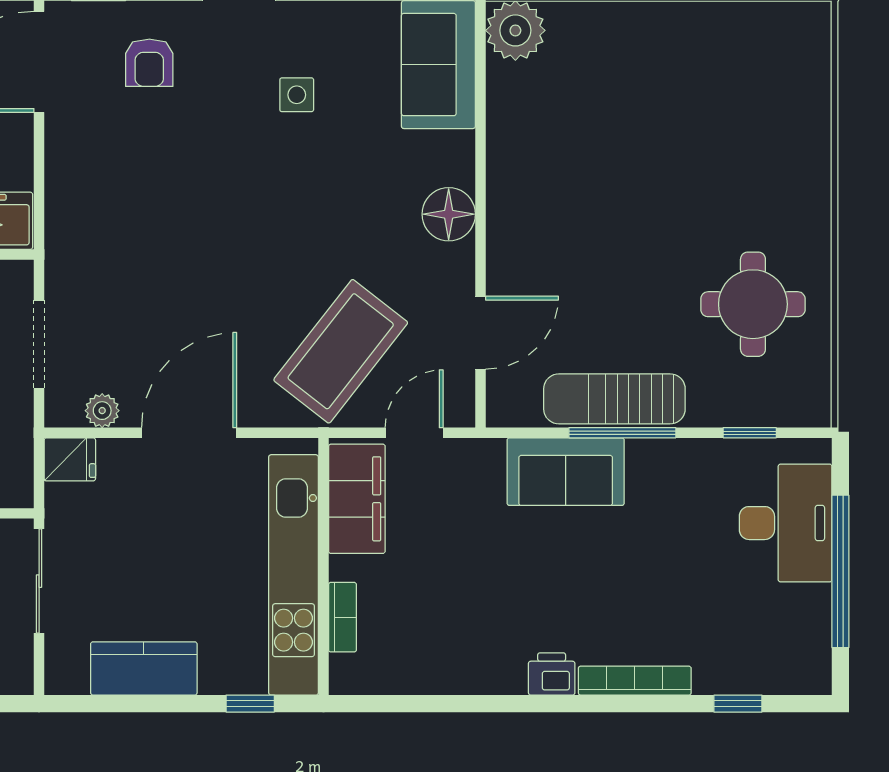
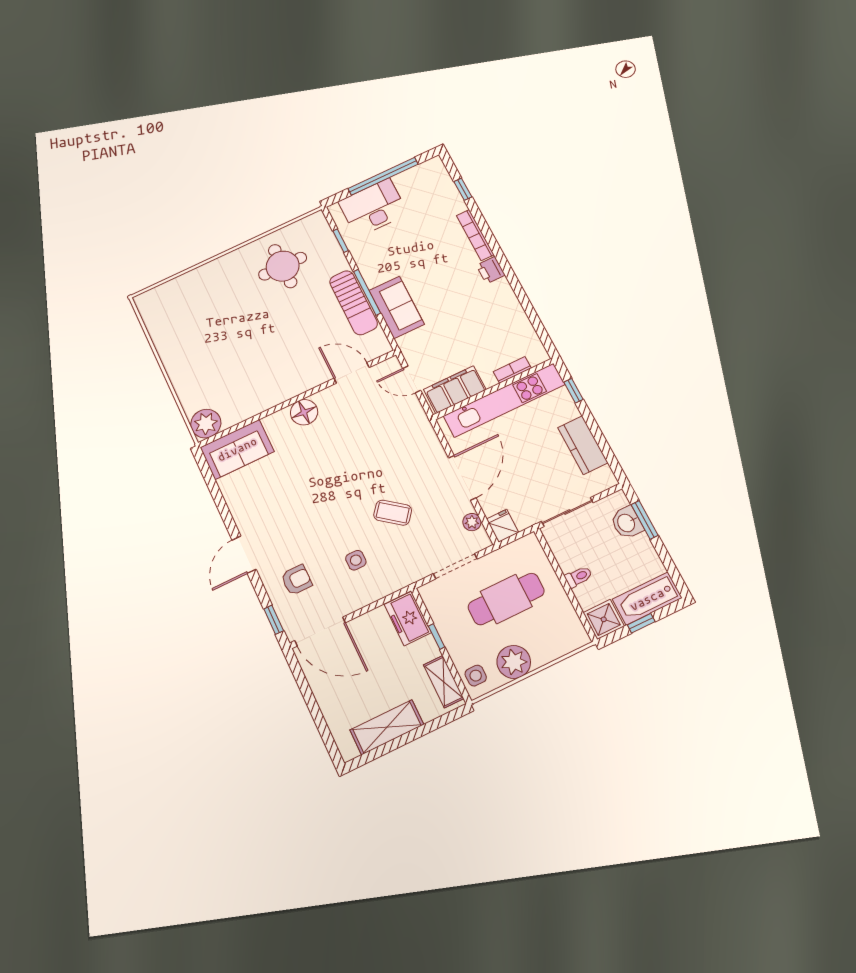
side table: (297, 95) -> (356, 560), moved
coffee table: (341, 351) -> (393, 513), moved, width x0.54, depth x0.58
door: (189, 433) -> (462, 478), swing flipped

